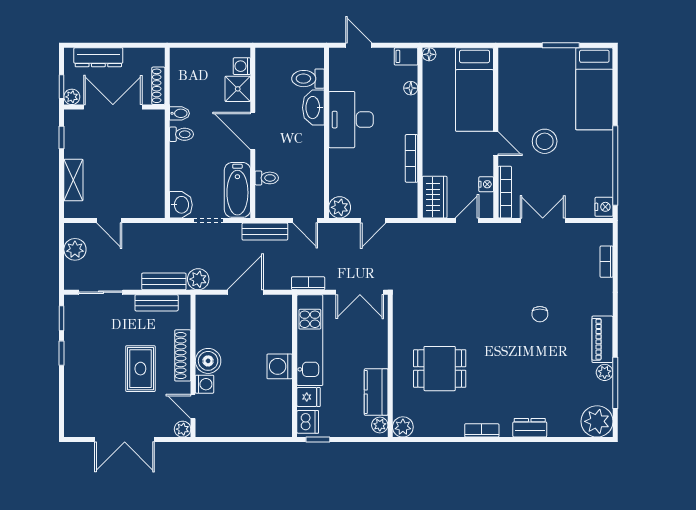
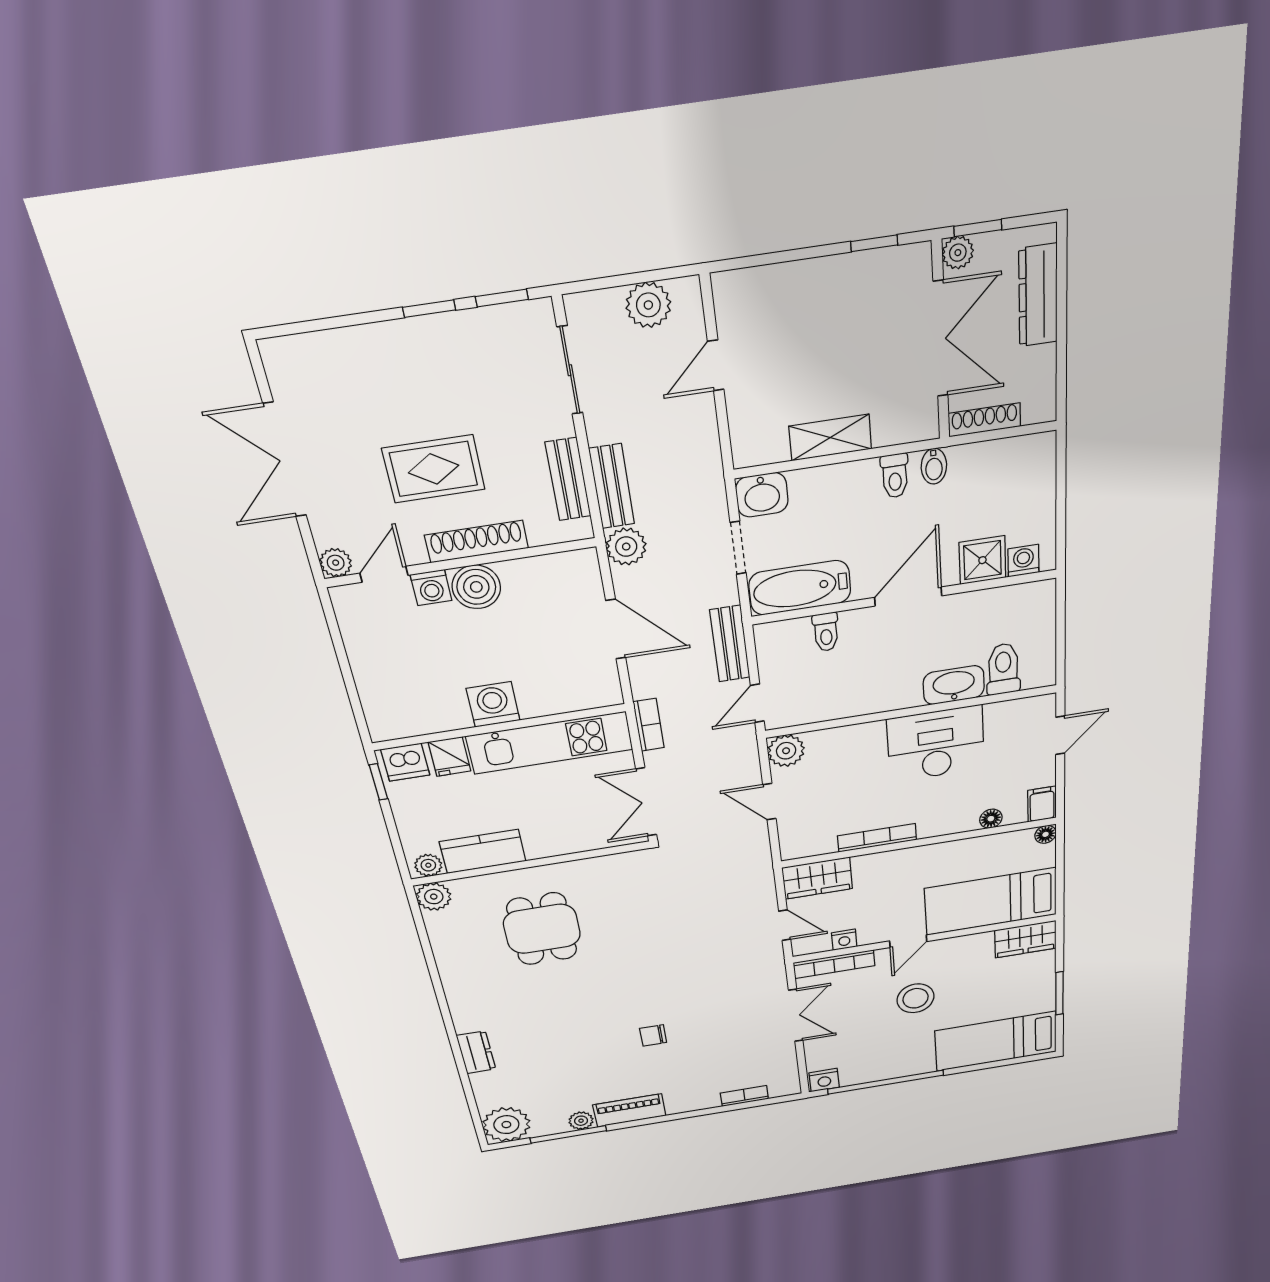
wardrobe: (510, 68) -> (1025, 939), added
shelving: (73, 180) -> (830, 438), moved
bookcase: (482, 430) -> (456, 997), removed

